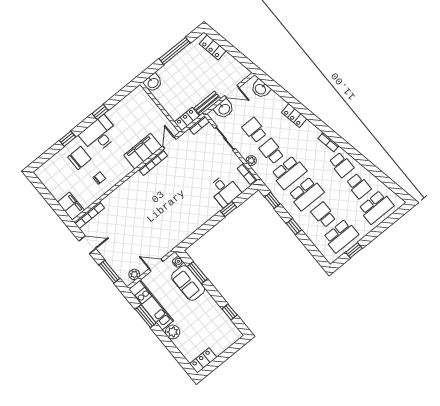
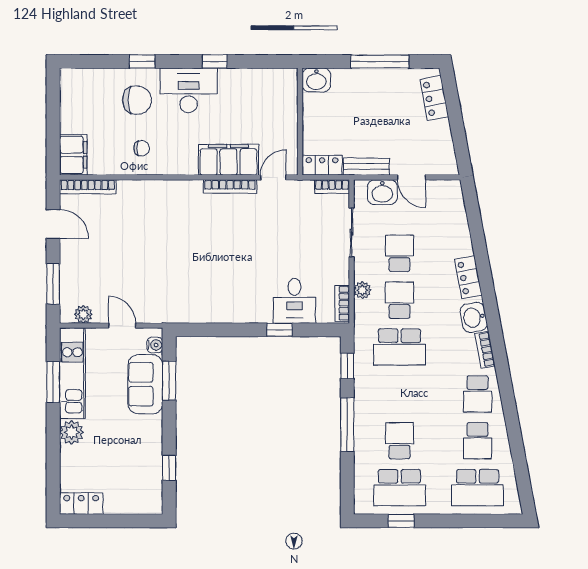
washbasin: (261, 89) -> (474, 317), moved
school desk: (306, 194) -> (399, 394), removed
window: (294, 227) -> (347, 424), width x2.17

